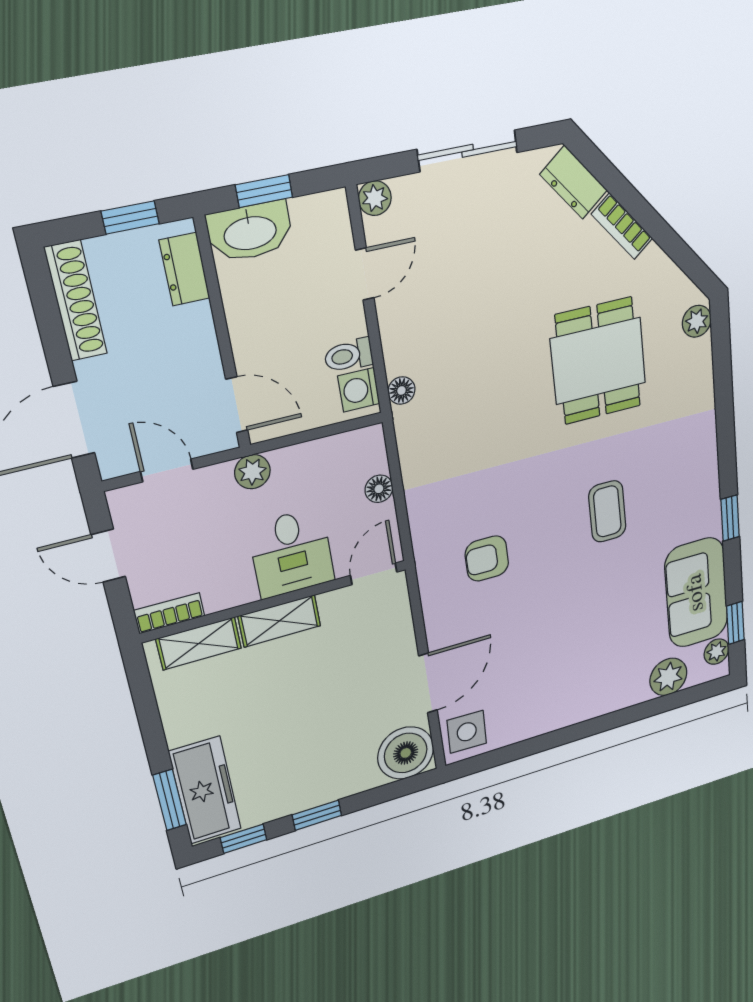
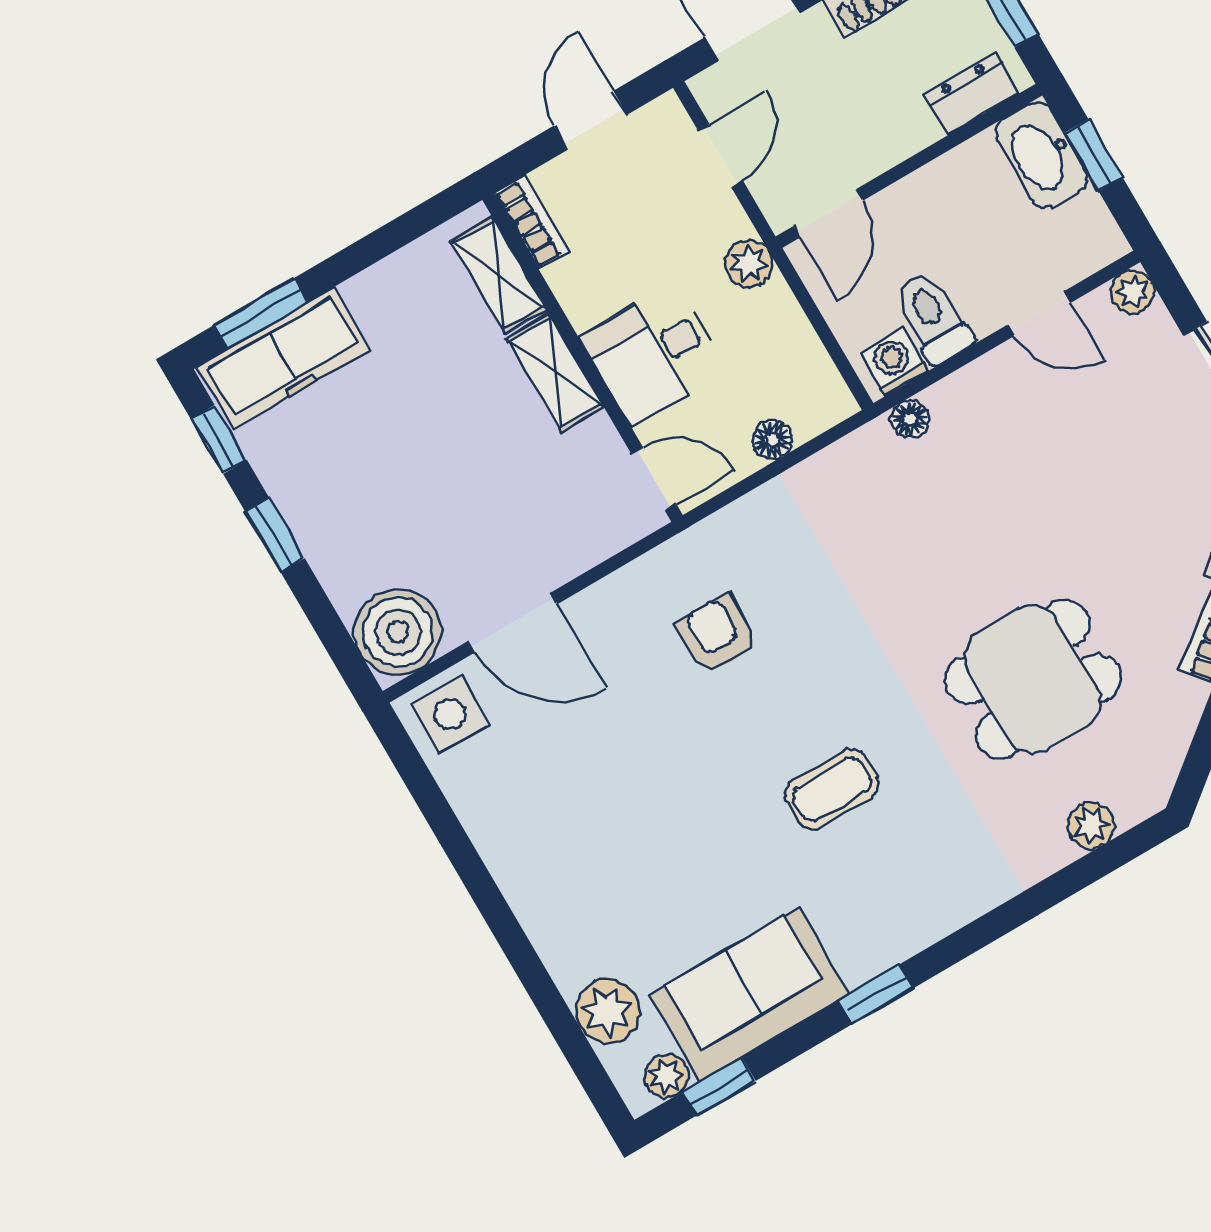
plant: (697, 321) -> (1091, 825), moved
toilet: (349, 355) -> (933, 318), width x1.37, depth x1.39

